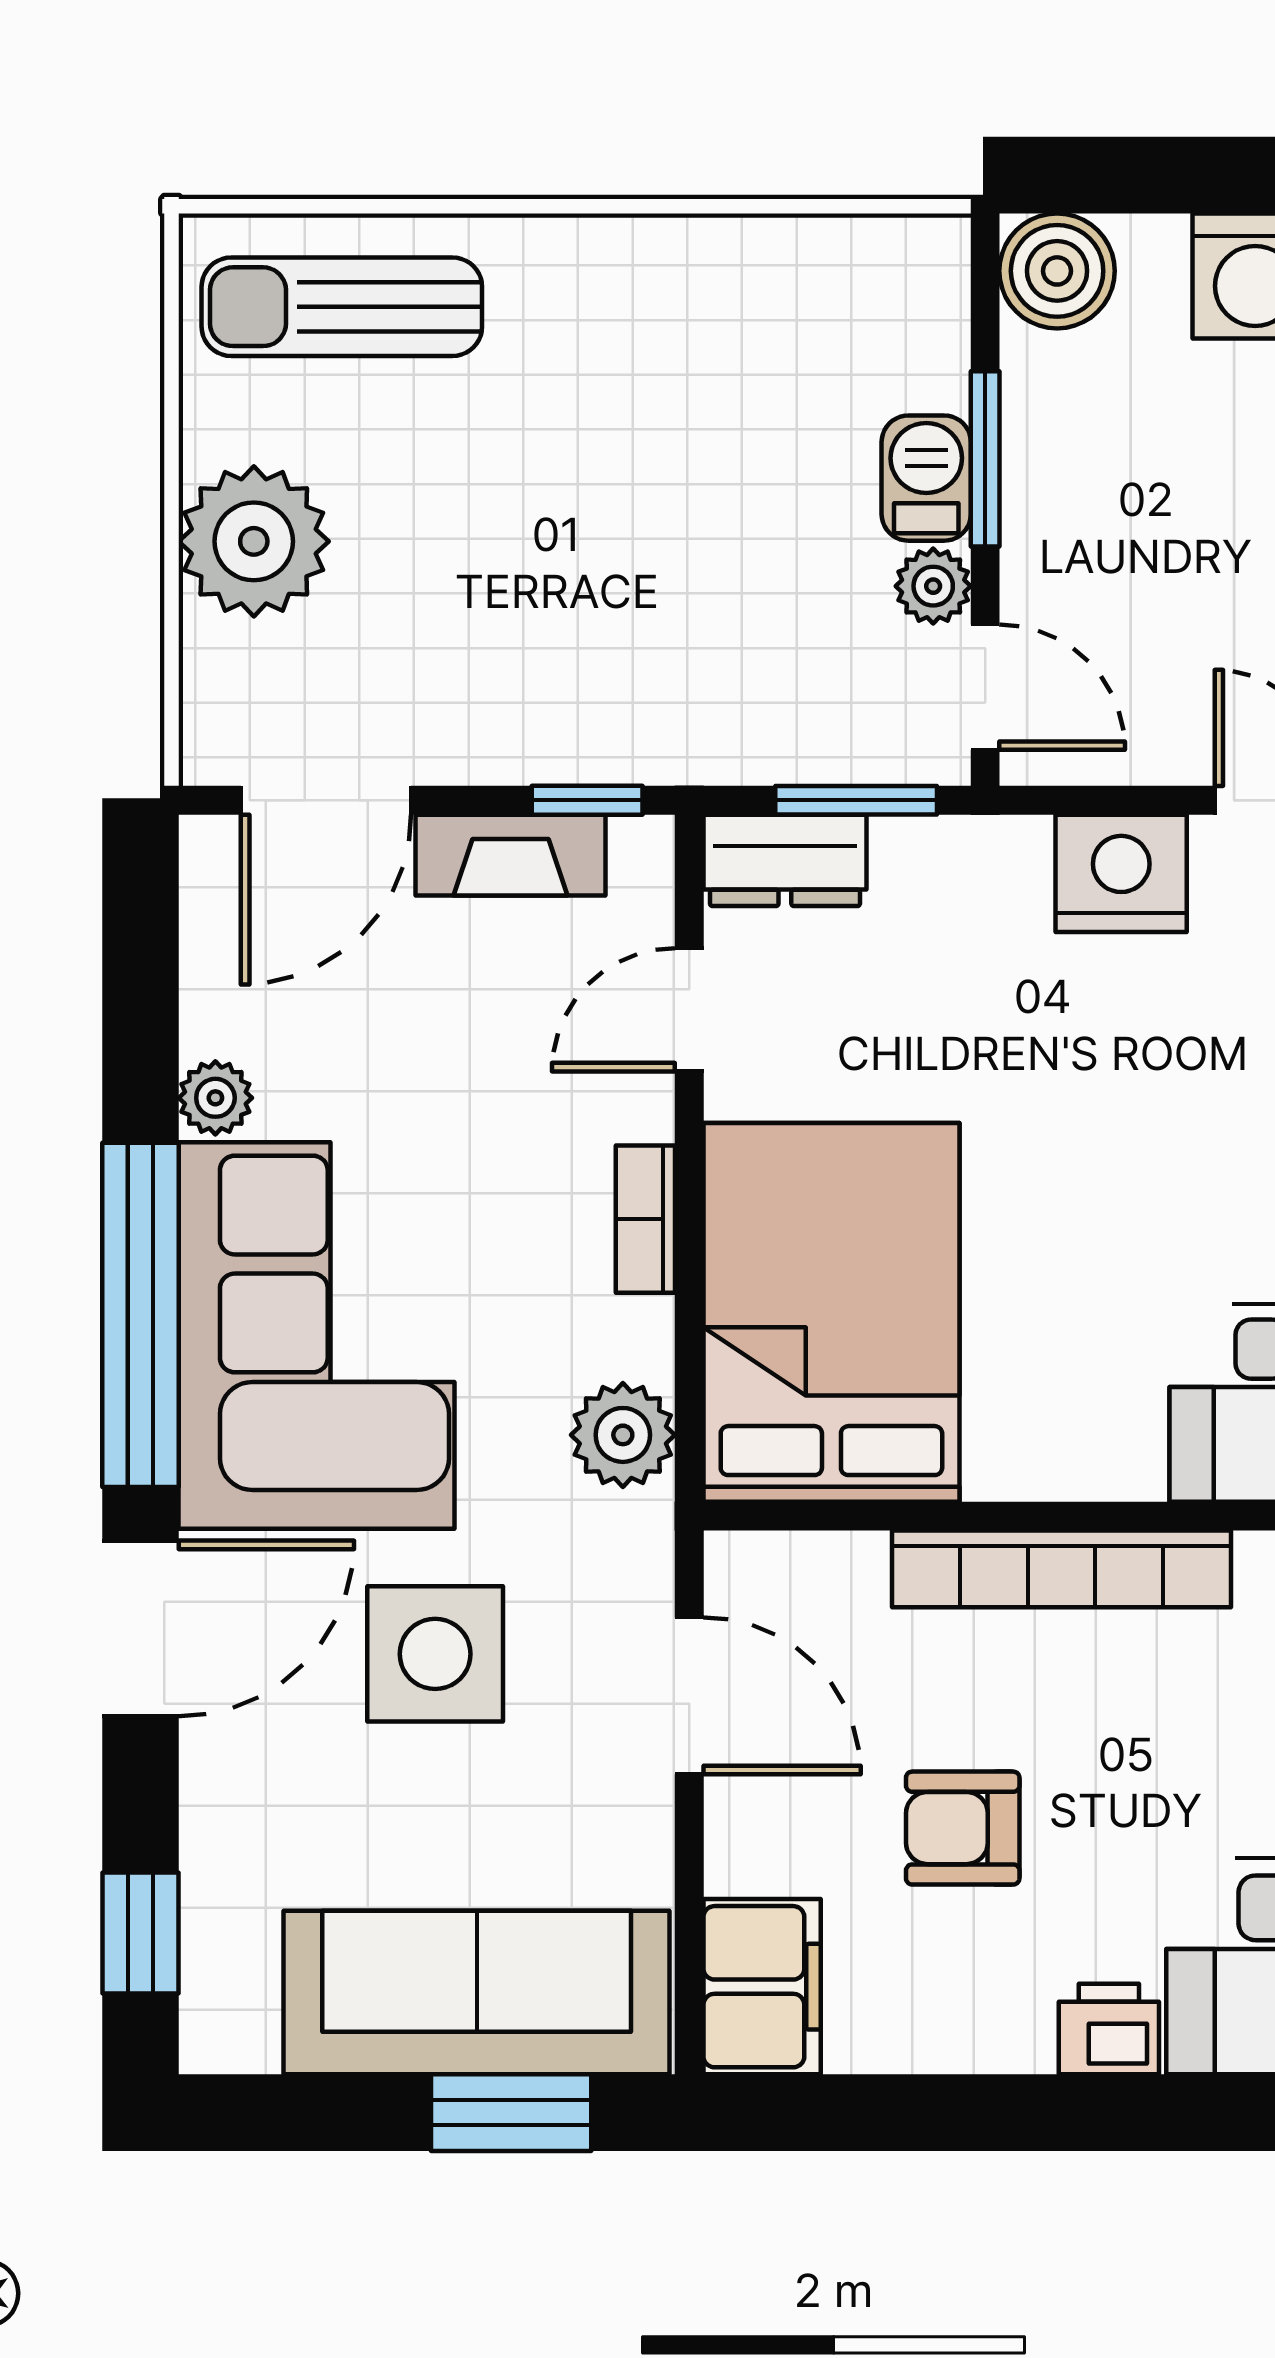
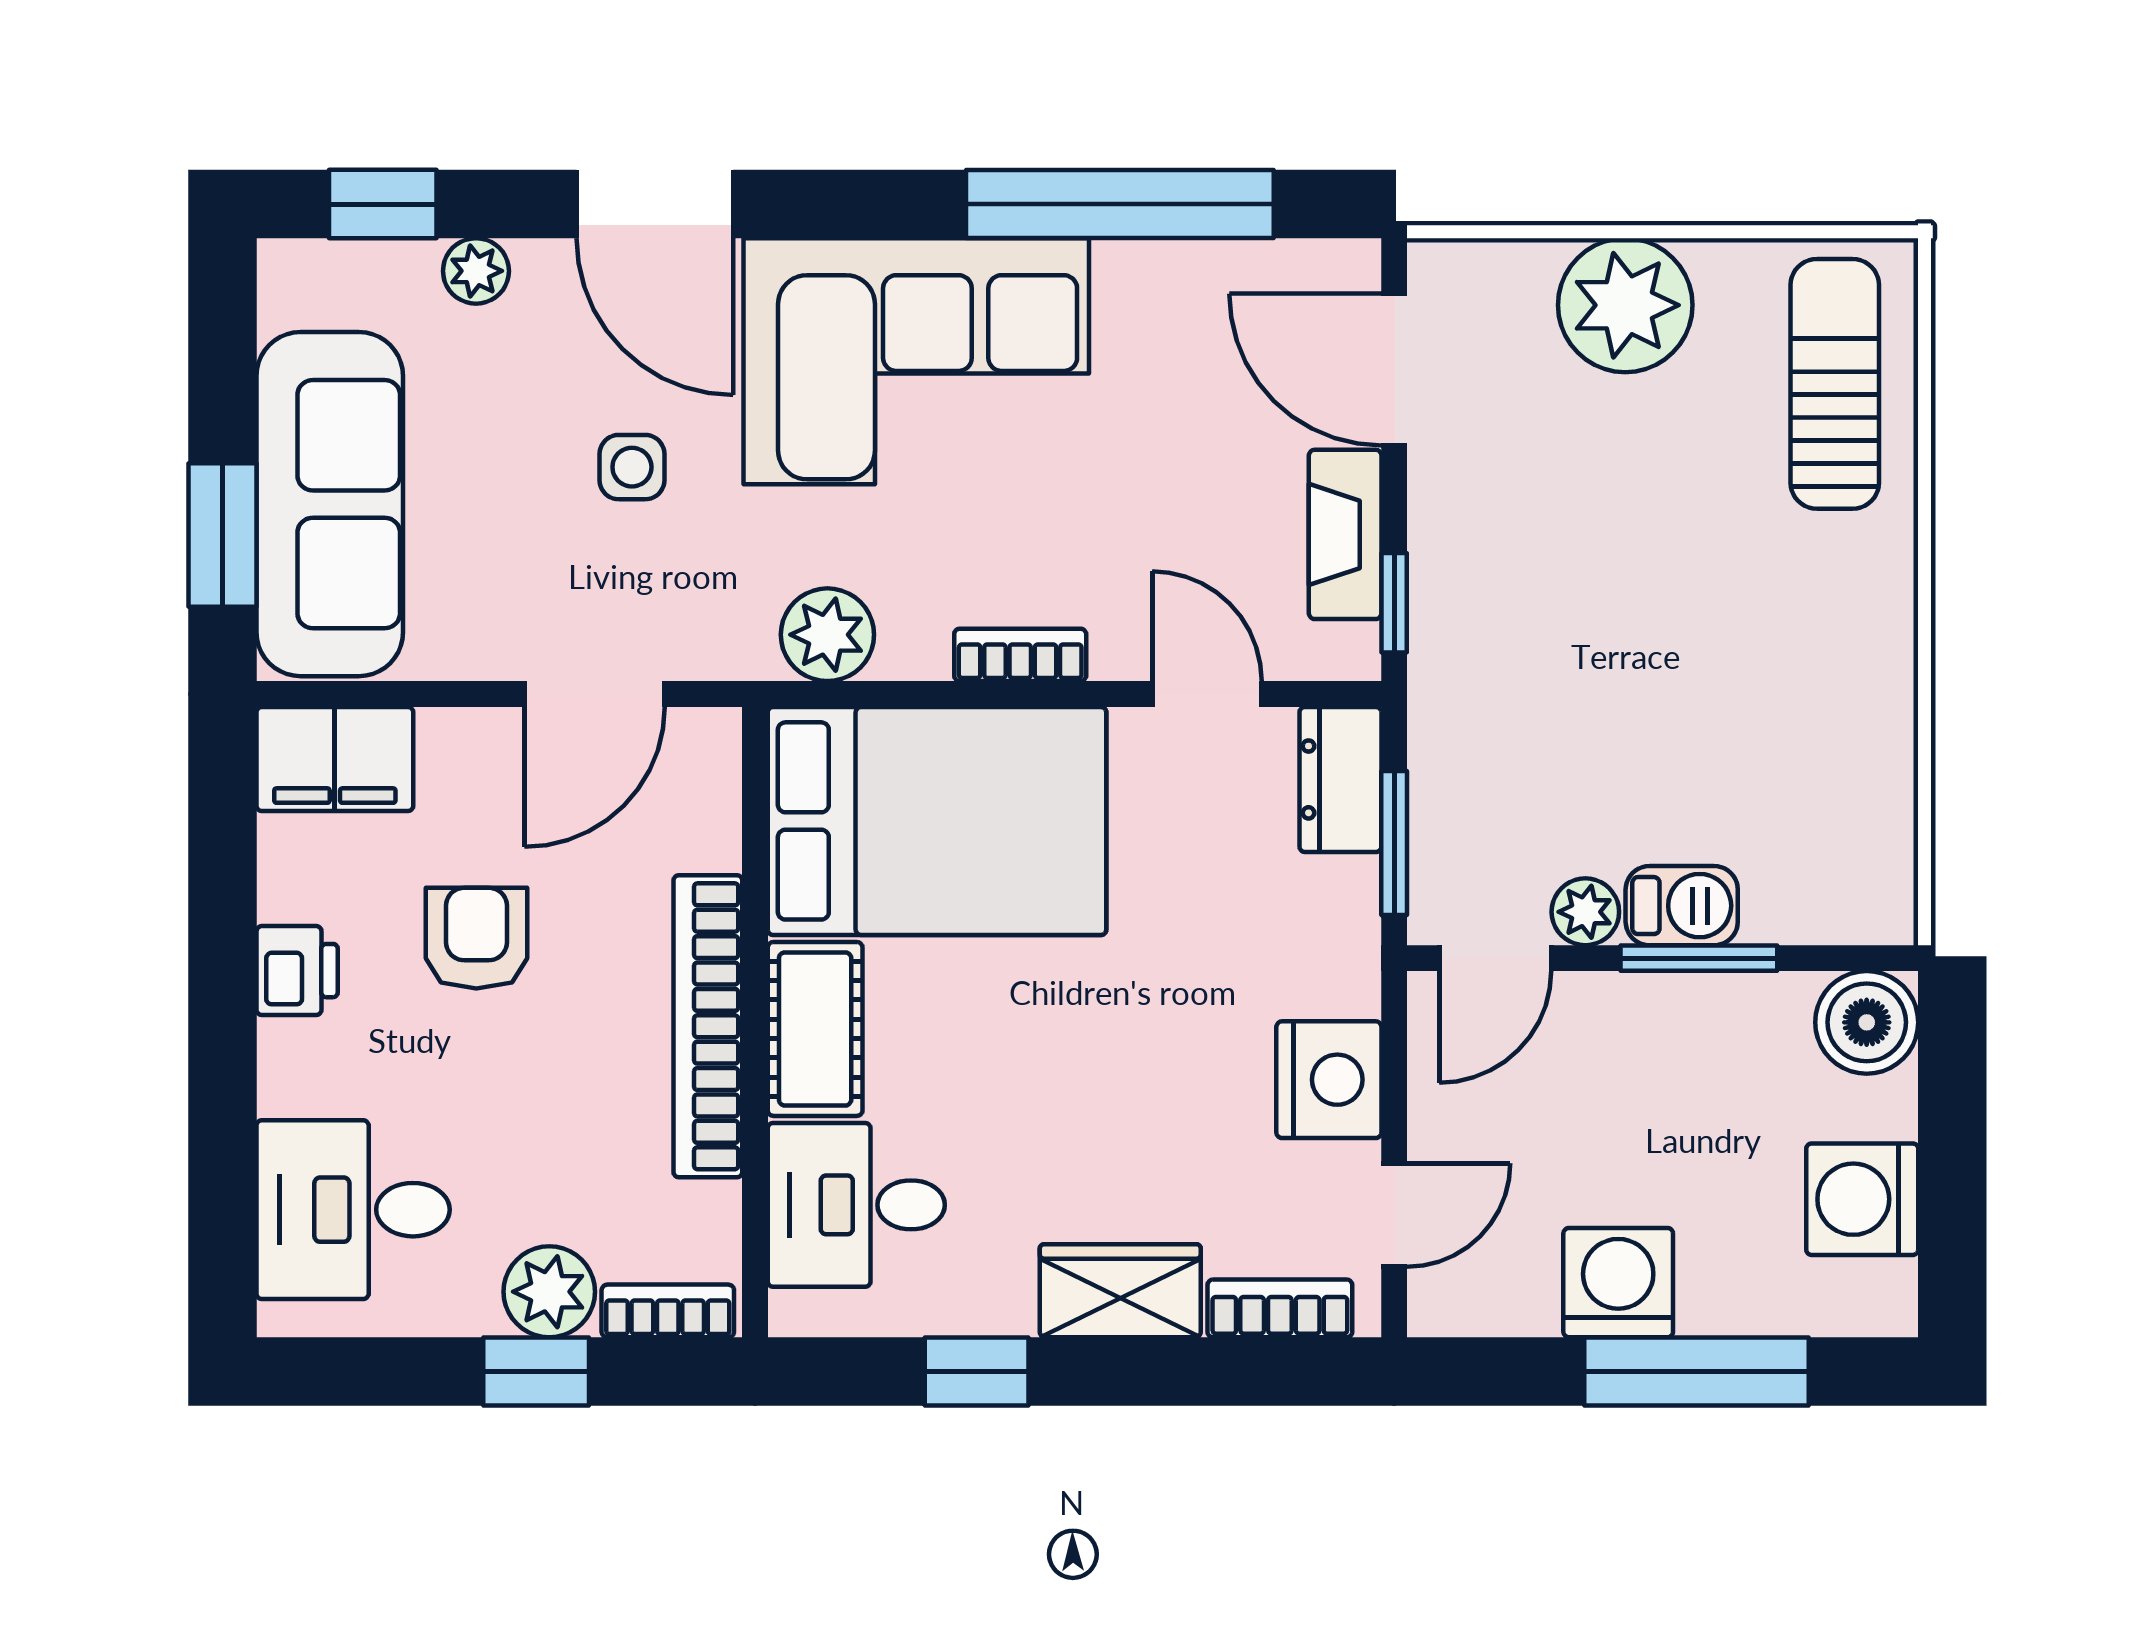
plant: (215, 1098) -> (476, 271), moved
window: (140, 1315) -> (1120, 204), moved
cot: (1064, 1449) -> (815, 1029), added
side table: (435, 1654) -> (632, 467), width x0.54, depth x0.54
printer: (1109, 2029) -> (297, 971), moved

